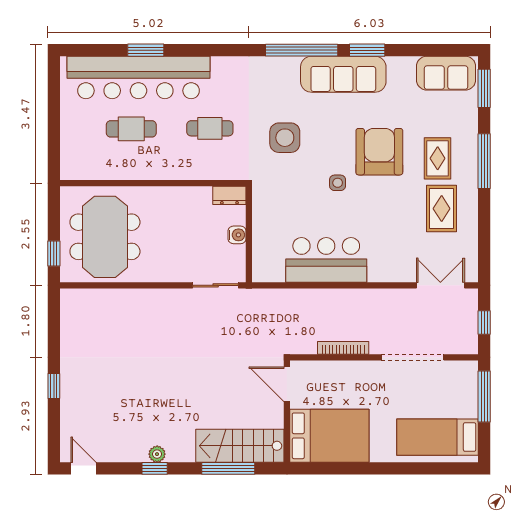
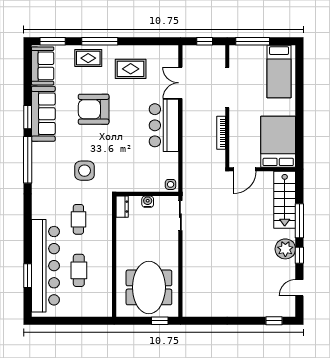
window: (146, 50) -> (28, 276), moved
sofa: (343, 74) -> (43, 114), moved
rug: (438, 158) -> (88, 58), moved
side table: (338, 183) -> (171, 184), moved
meeting table: (105, 237) -> (149, 287), turned 90
bar counter: (326, 260) -> (164, 125), moved
double door: (440, 285) -> (180, 83), moved
window: (54, 386) -> (274, 321), moved
plant: (157, 454) -> (285, 249), width x1.88, depth x1.88
door: (84, 468) -> (299, 288), moved
window: (228, 468) -> (299, 221), moved

